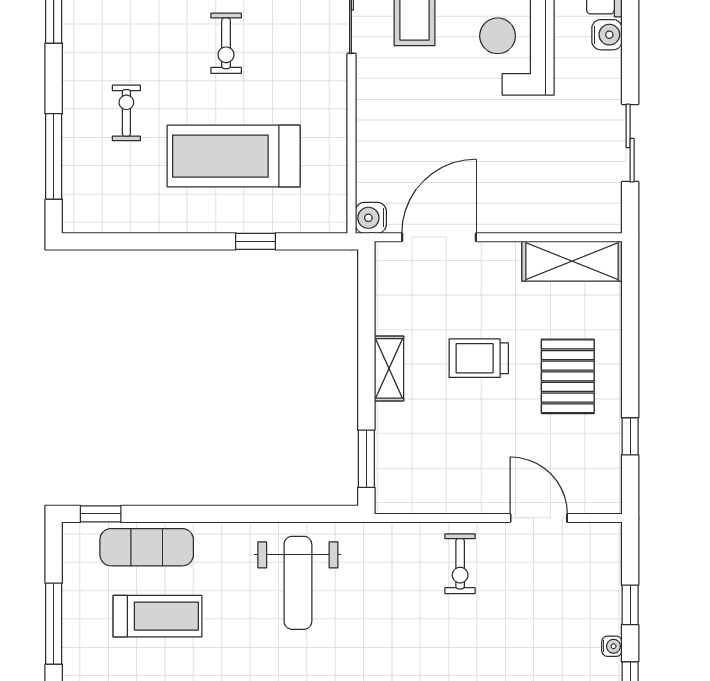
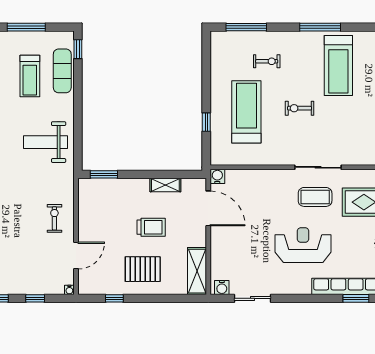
water cooler: (607, 35) -> (222, 288), moved
trolley: (479, 358) -> (151, 227), turned 90
shelving: (389, 368) -> (165, 185), moved
exercise bike: (460, 564) -> (54, 218), turned 90
water cooler: (612, 646) -> (69, 290), moved

